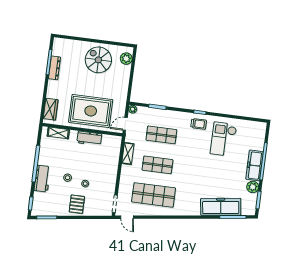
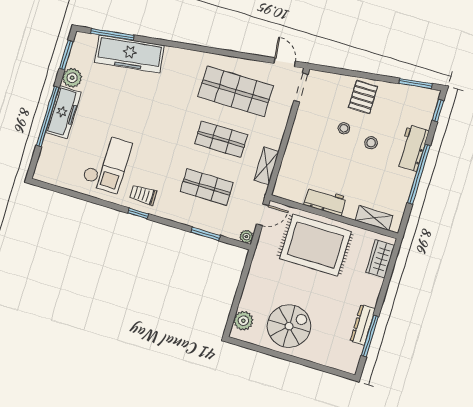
spiral stairs: (98, 60) -> (289, 326), turned -90

